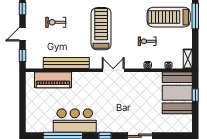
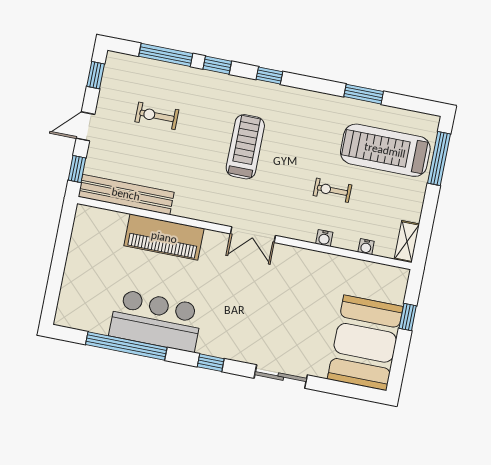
treadmill: (101, 29) -> (245, 147), width x0.73, depth x0.73
bench: (66, 63) -> (126, 194), moved
double door: (113, 70) -> (253, 235), swing flipped
piano: (53, 80) -> (164, 237), moved
booth: (177, 93) -> (365, 343), moved

